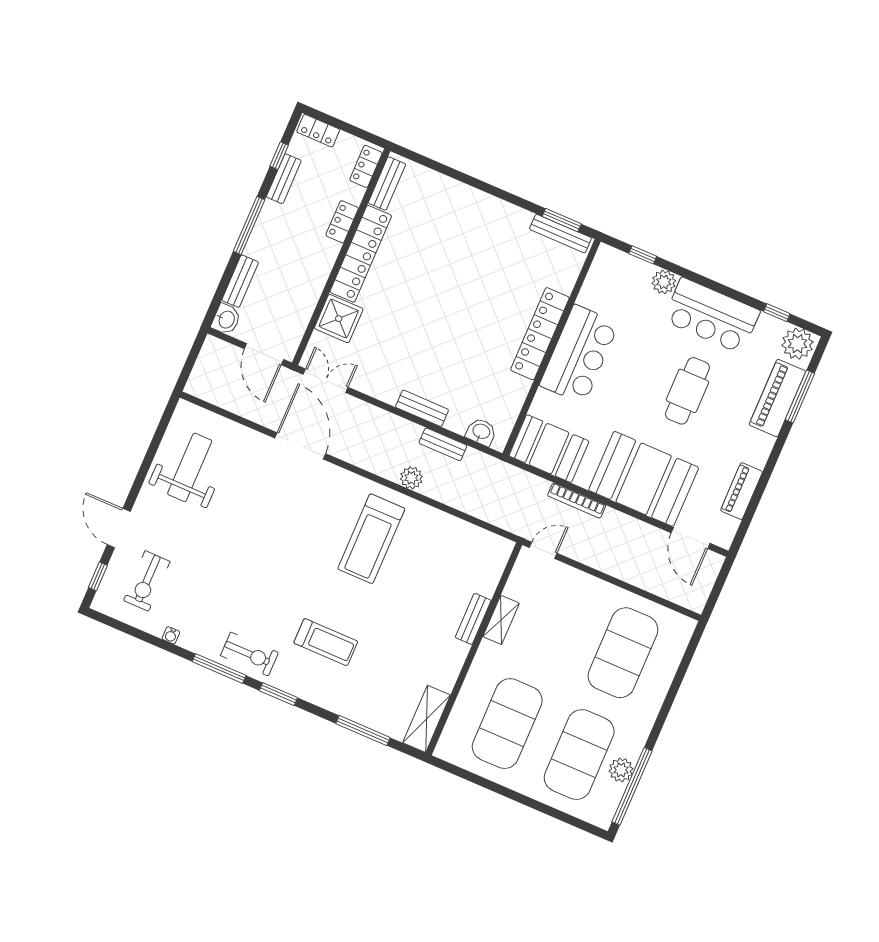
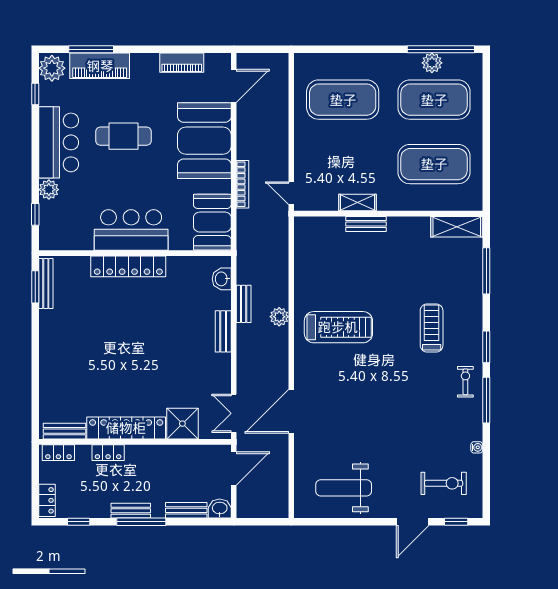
bench: (284, 179) -> (131, 511), moved
exercise bike: (249, 654) -> (465, 382), width x0.73, depth x0.72

